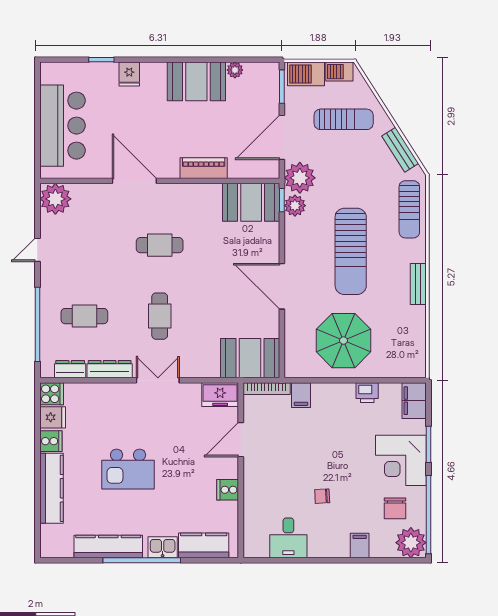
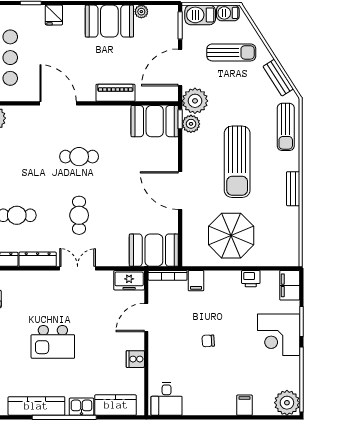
chair: (322, 496) -> (208, 341), moved
chair: (395, 508) -> (274, 374), removed
desk: (288, 538) -> (167, 399), moved

